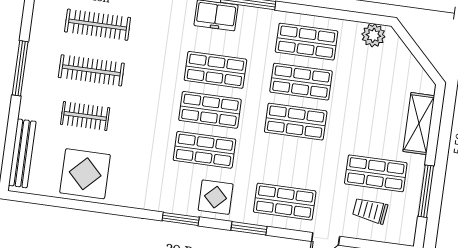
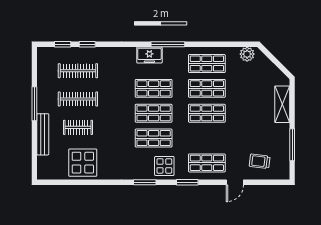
bench: (22, 153) -> (43, 134), moved
shop shelf: (376, 173) -> (260, 138), removed

